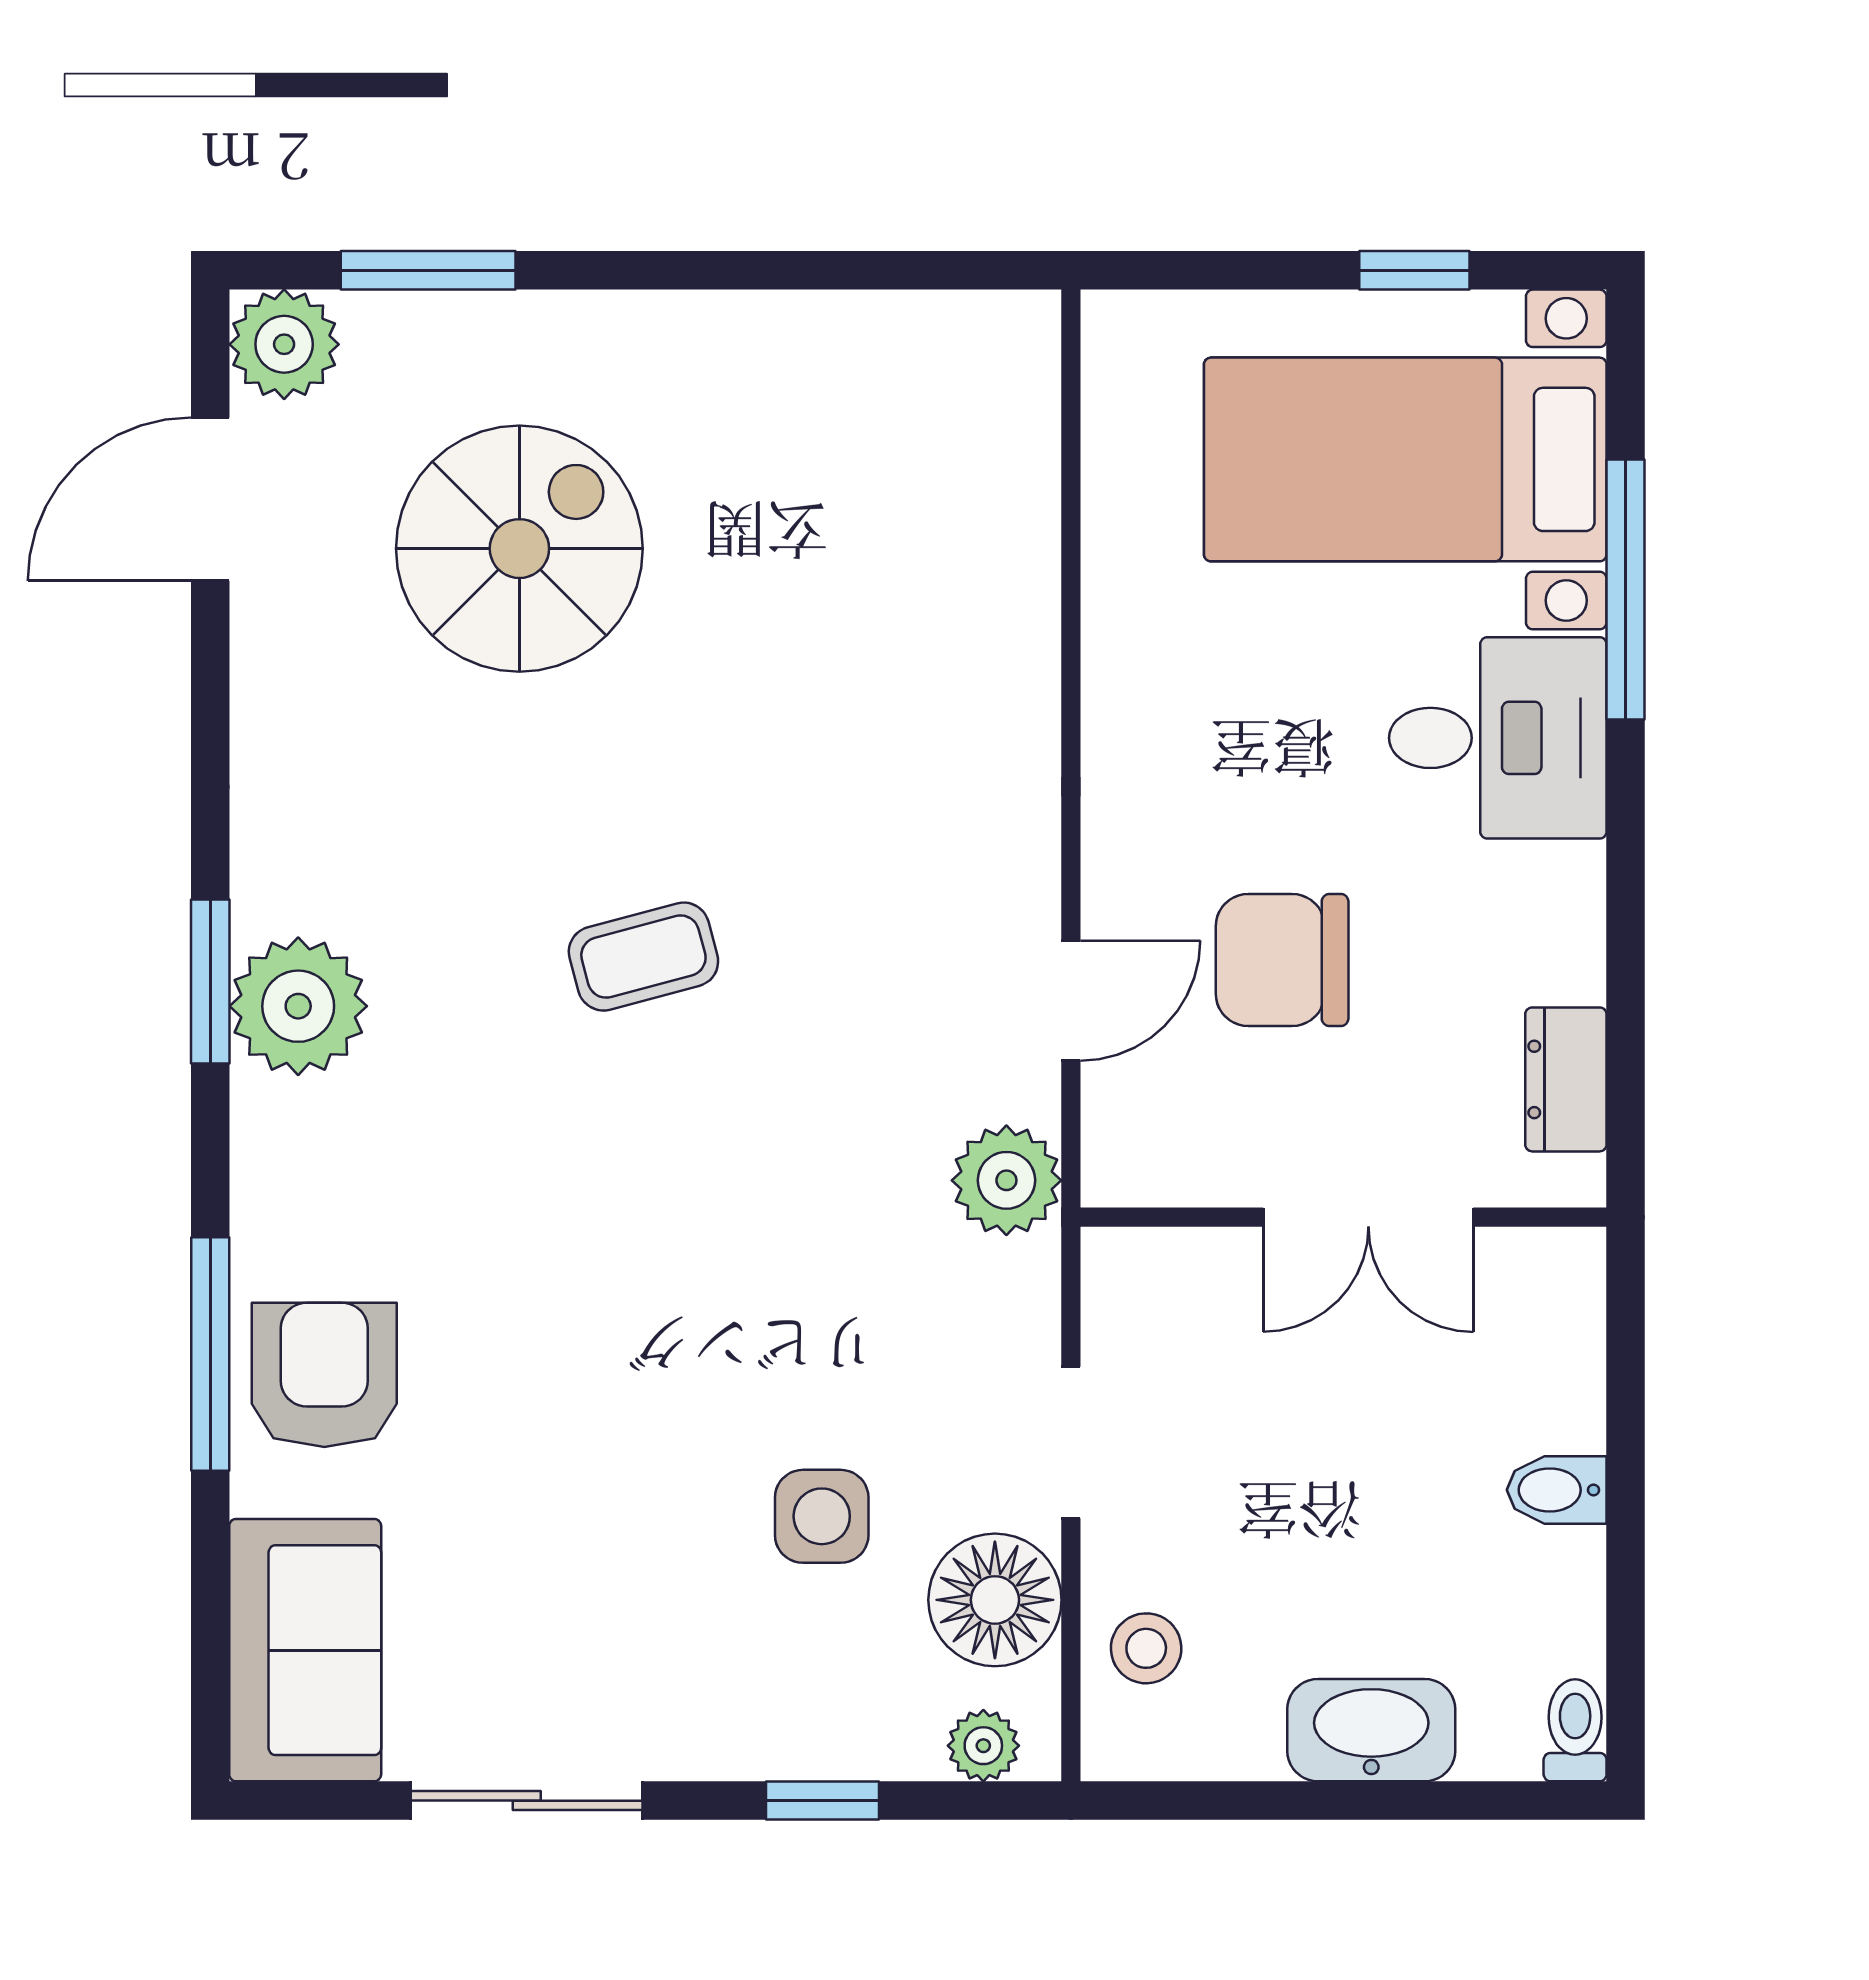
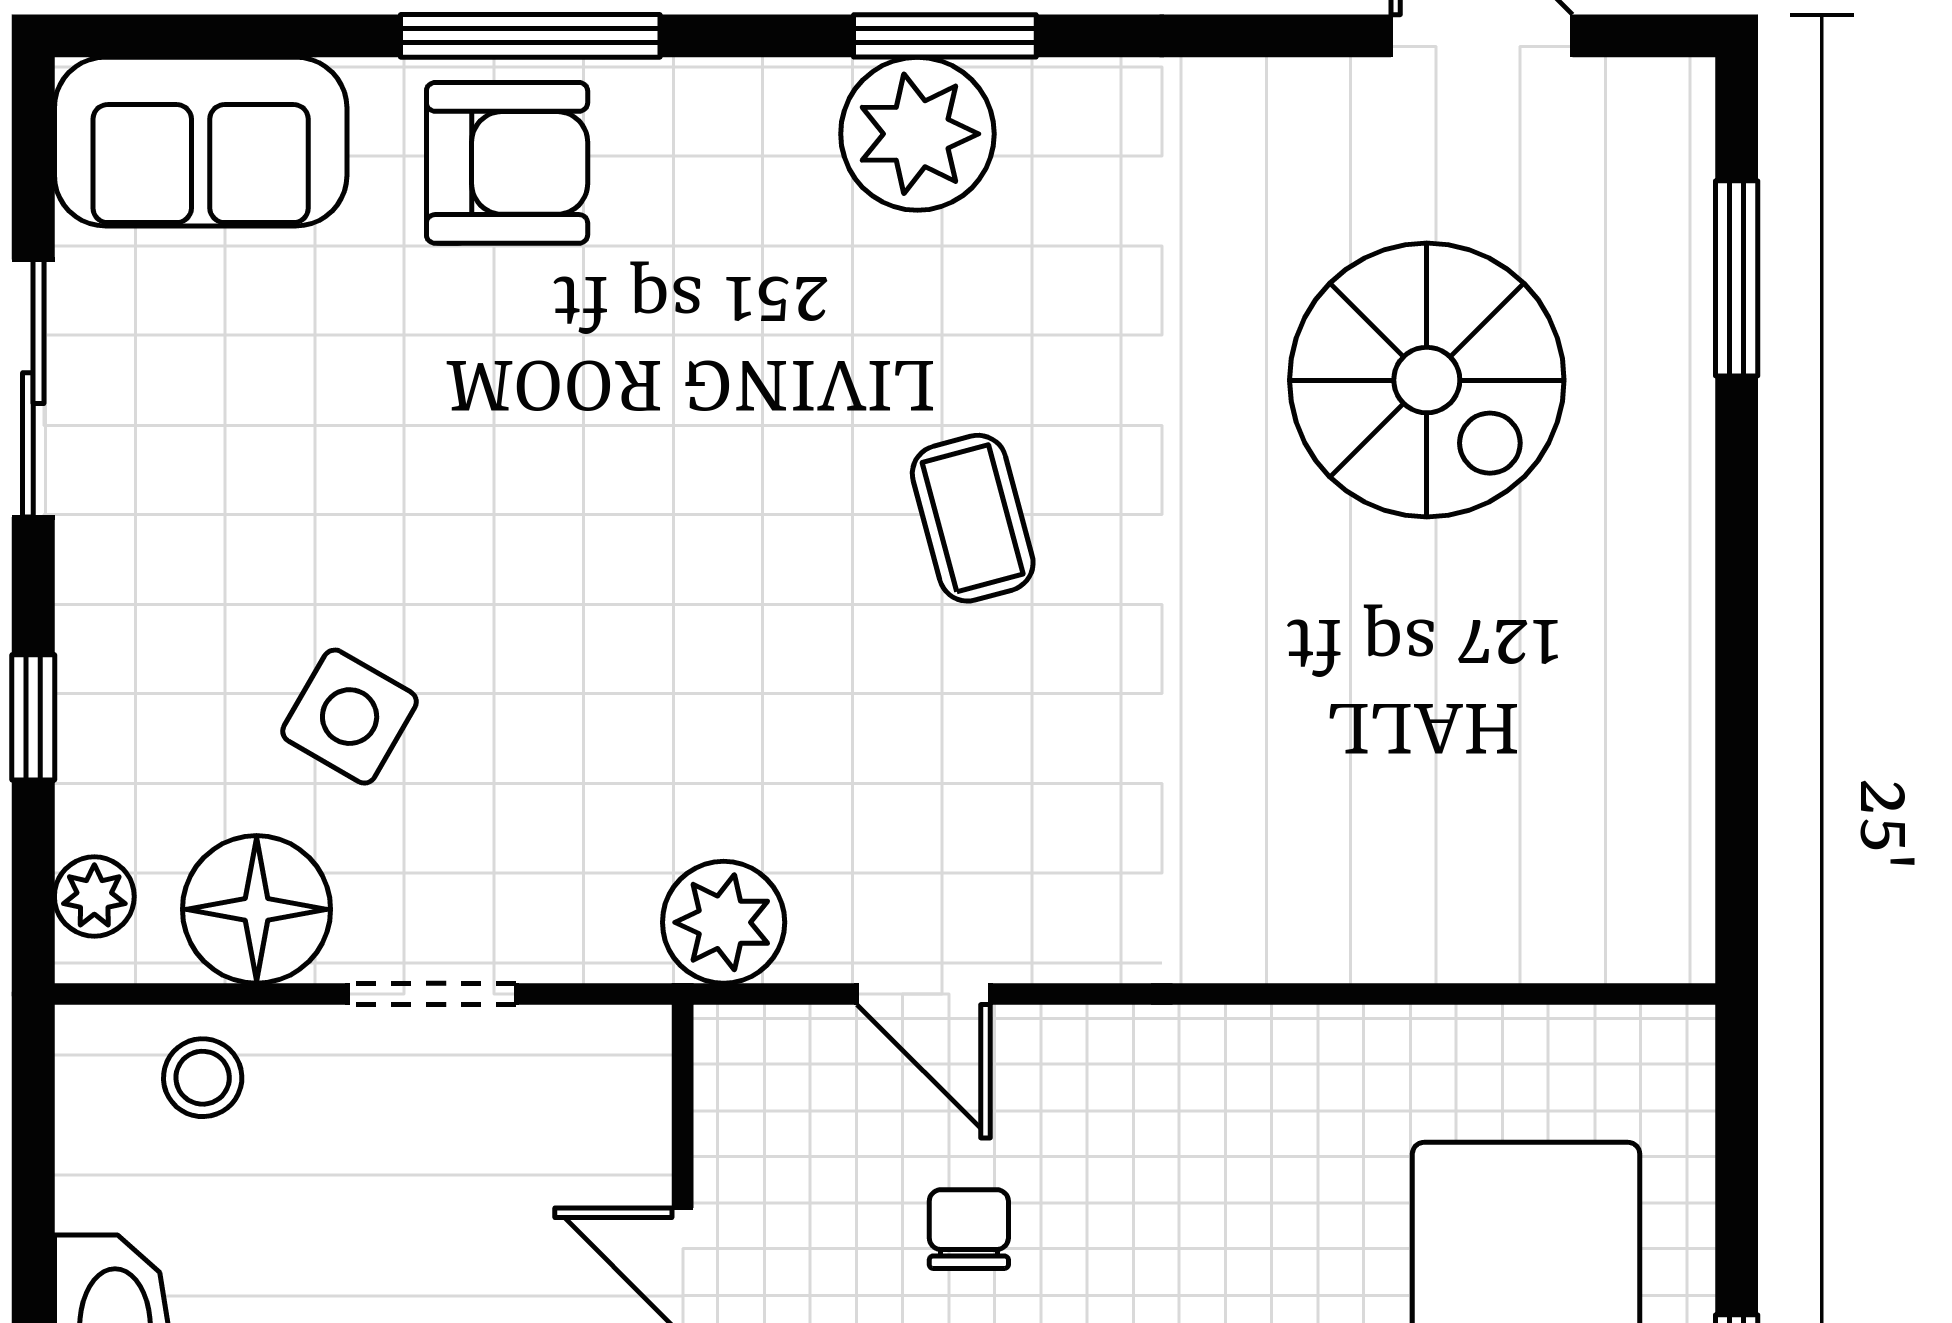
plant: (284, 344) -> (1654, 118), removed
chair: (1282, 960) -> (969, 1229), width x0.54, depth x0.54
side table: (822, 1516) -> (350, 717), turned 30

